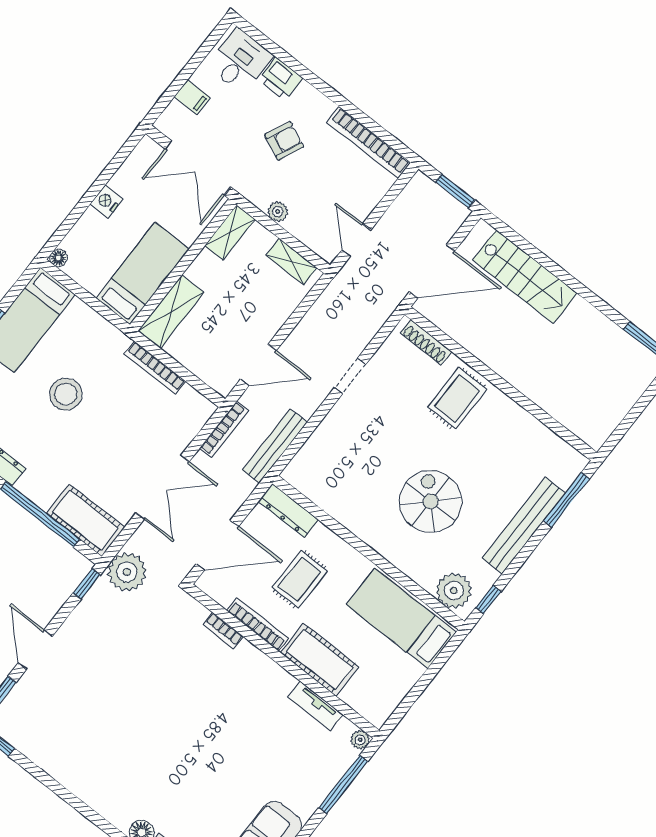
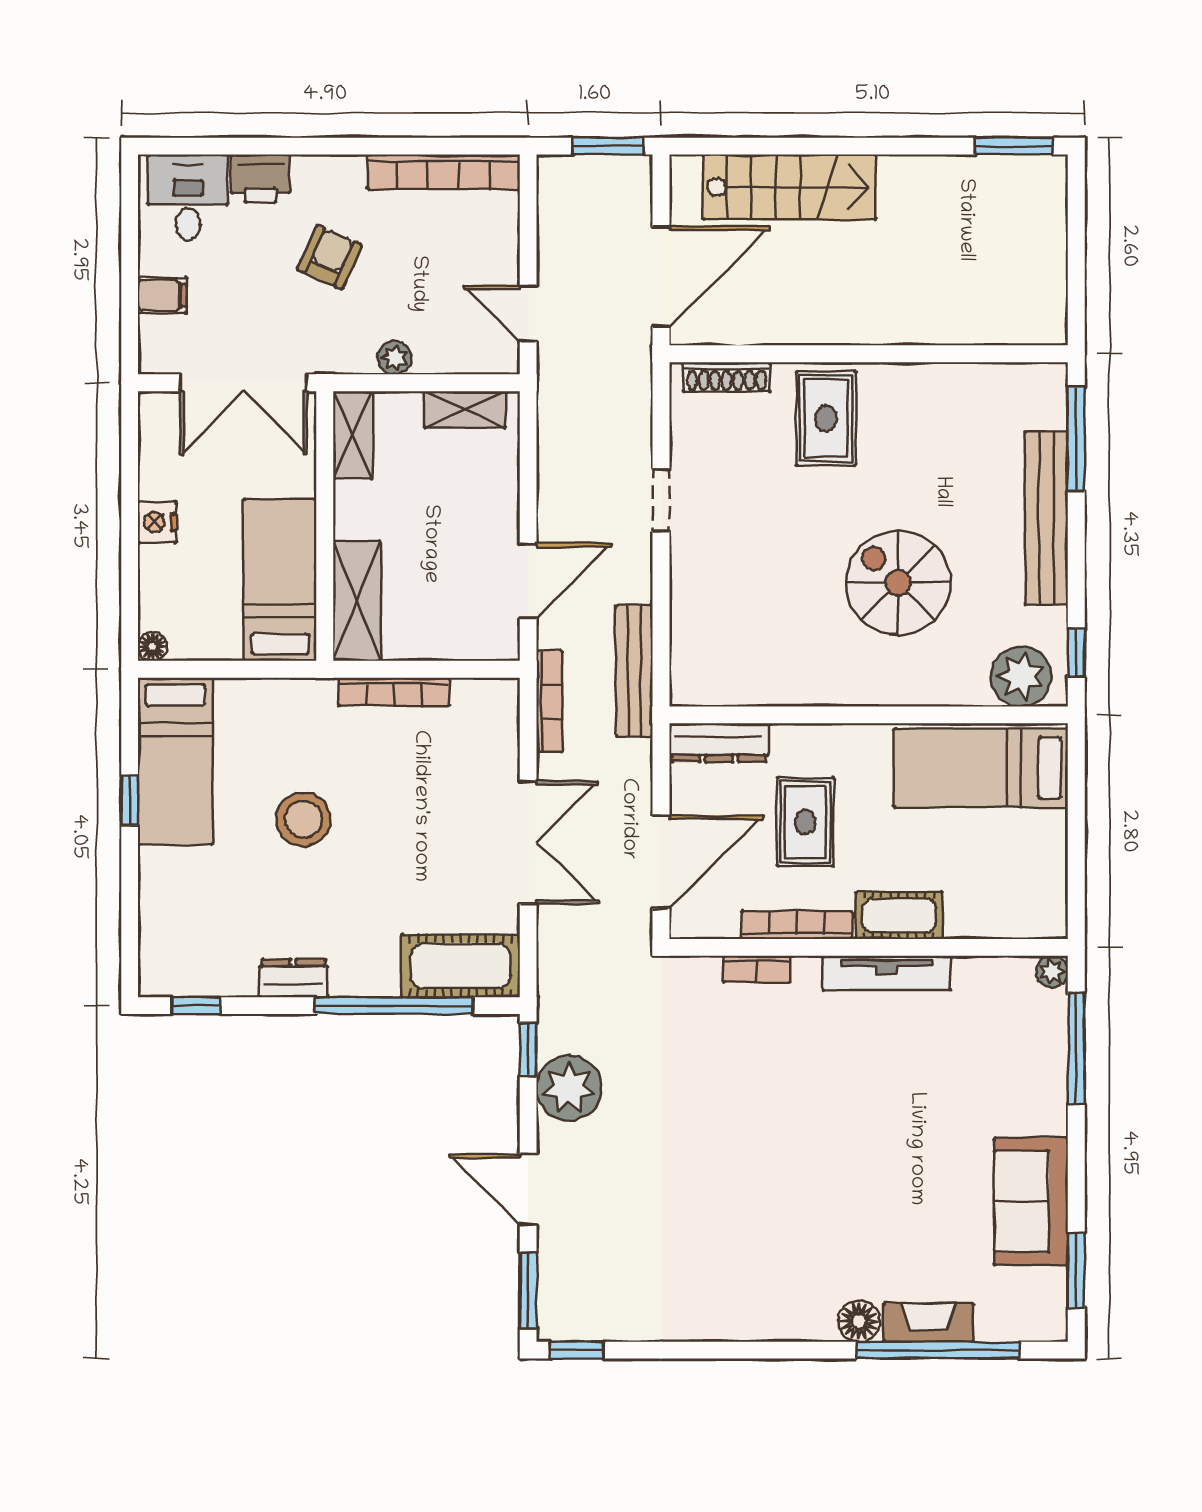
plant: (127, 572) -> (569, 1088), moved
cot: (320, 660) -> (899, 915), width x0.73, depth x0.75
tv unit: (315, 706) -> (887, 973), moved, width x1.41

